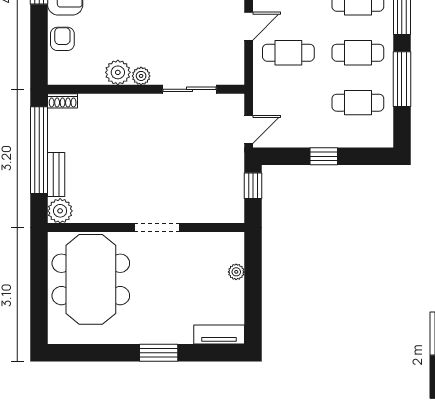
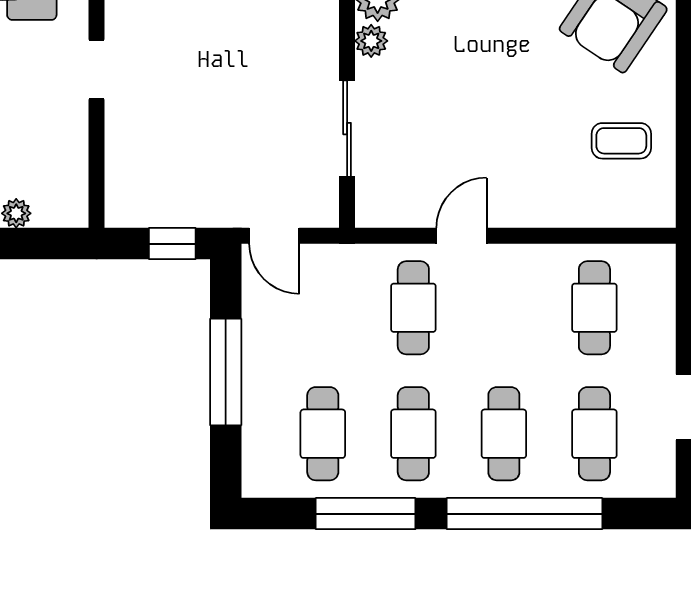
door: (249, 26) -> (461, 236), swing flipped
window: (324, 156) -> (226, 372), width x2.17
doorway: (157, 228) -> (97, 70), width x0.73

